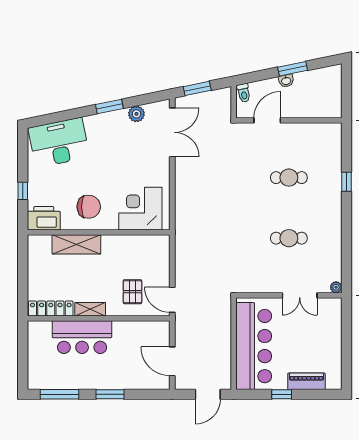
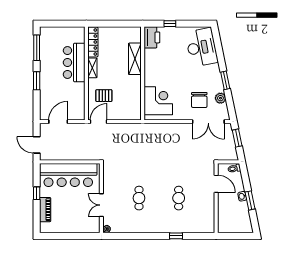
chair: (89, 207) -> (199, 100), moved

